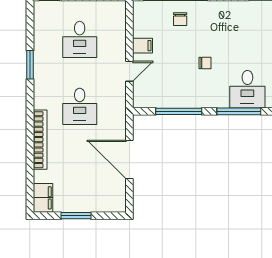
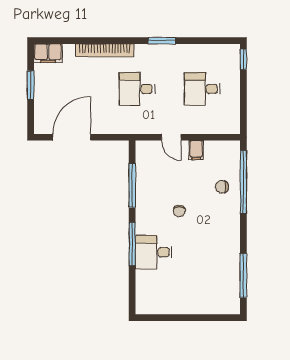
window: (30, 65) -> (162, 41), moved
door: (129, 160) -> (72, 137), moved

